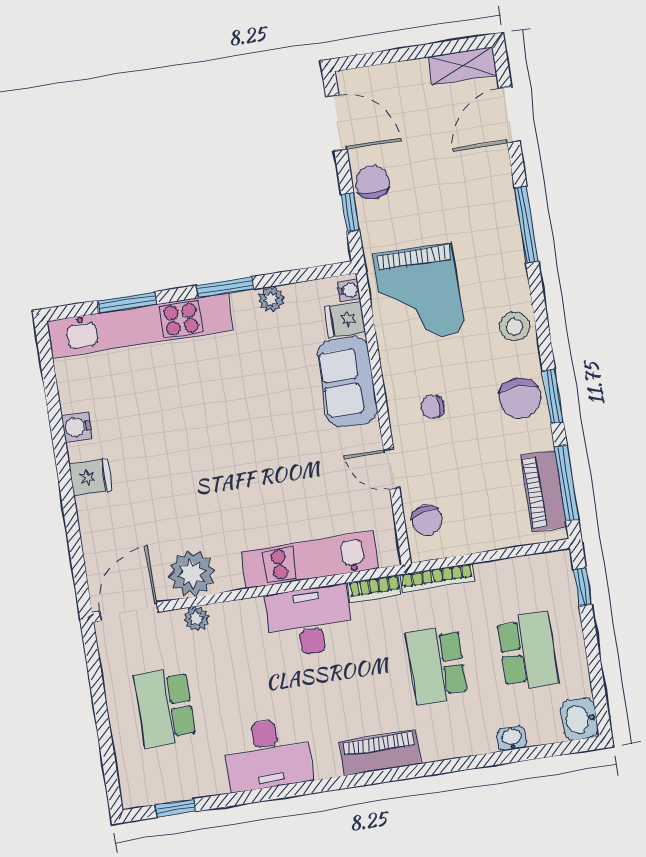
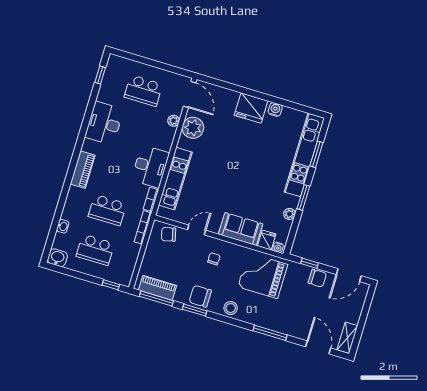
fridge: (91, 477) -> (251, 108), width x1.88, depth x1.34
school desk: (437, 665) -> (107, 210), turned 180
school desk: (165, 707) -> (143, 91), turned 180

